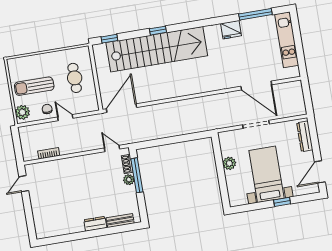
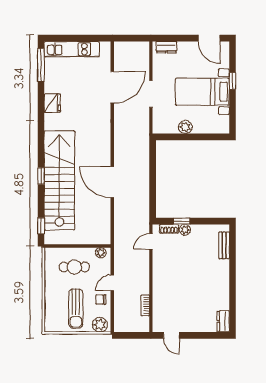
window: (255, 14) -> (41, 65), moved
plant: (93, 101) -> (101, 253), added
door: (121, 108) -> (112, 182), moved
dresser: (305, 136) -> (166, 47), width x0.70
window: (137, 175) -> (182, 221), width x0.46
dresser: (95, 224) -> (223, 321), moved

